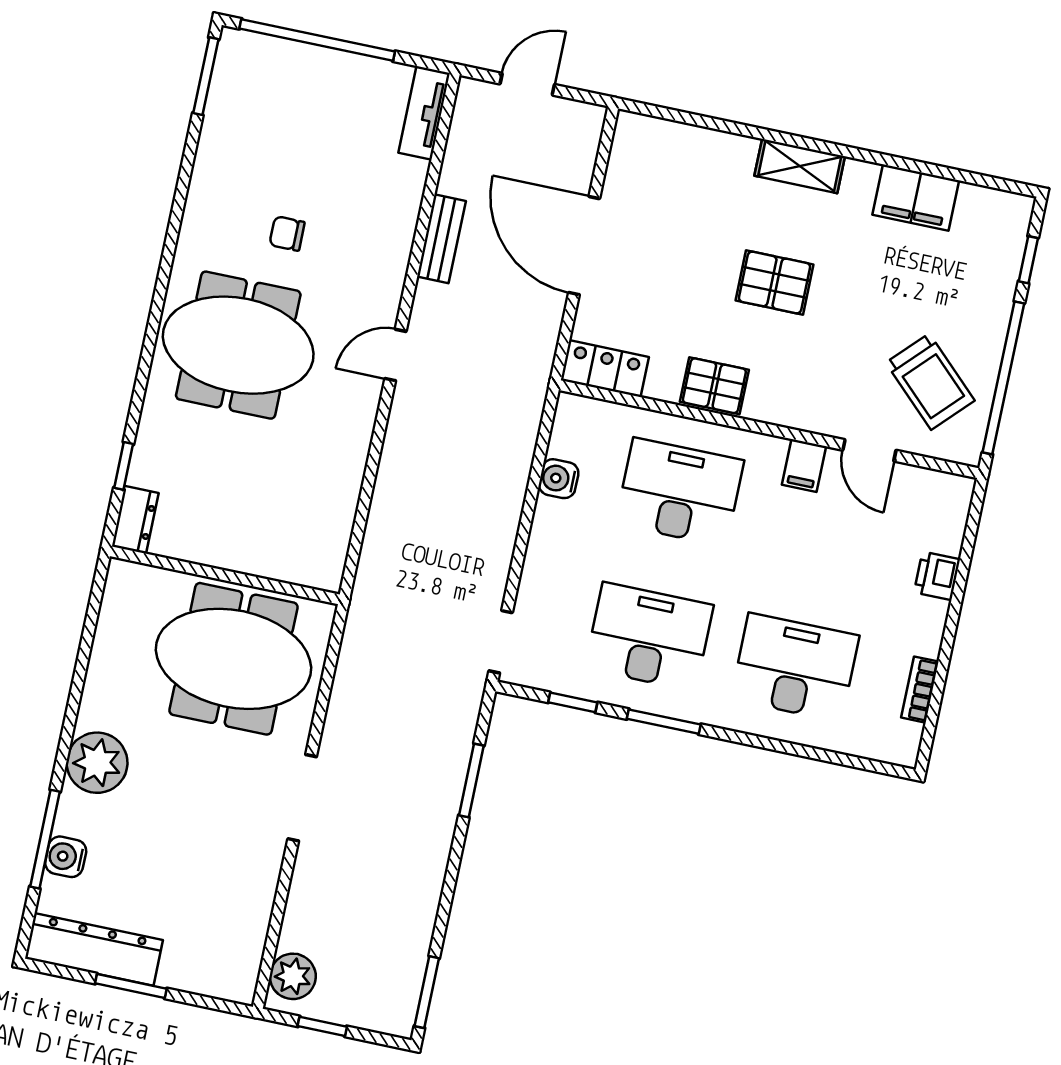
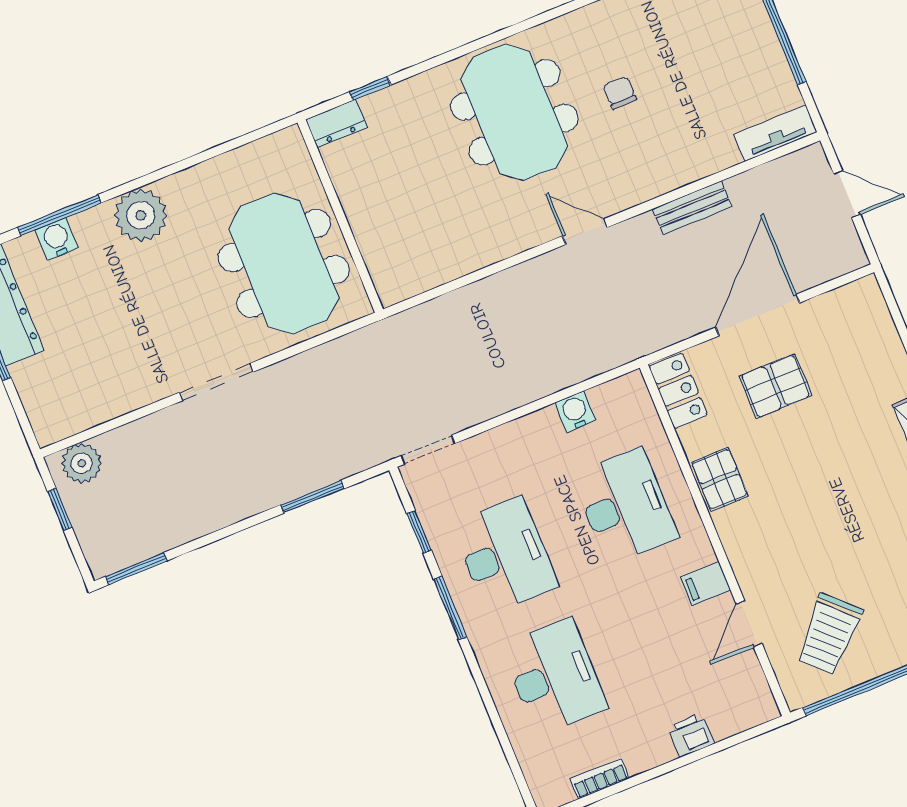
pallet: (775, 282) -> (776, 386), moved, turned 90

